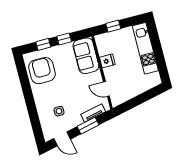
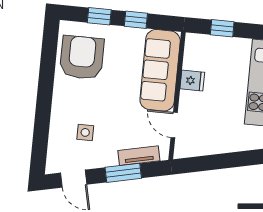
sofa: (86, 56) -> (160, 70), width x1.36

